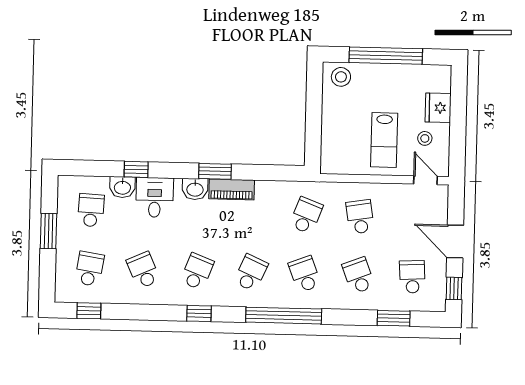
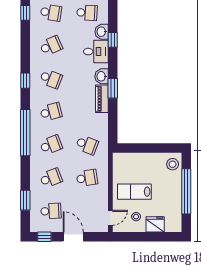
door: (455, 242) -> (73, 237), hinge flipped
school desk: (251, 273) -> (51, 112), turned -39

